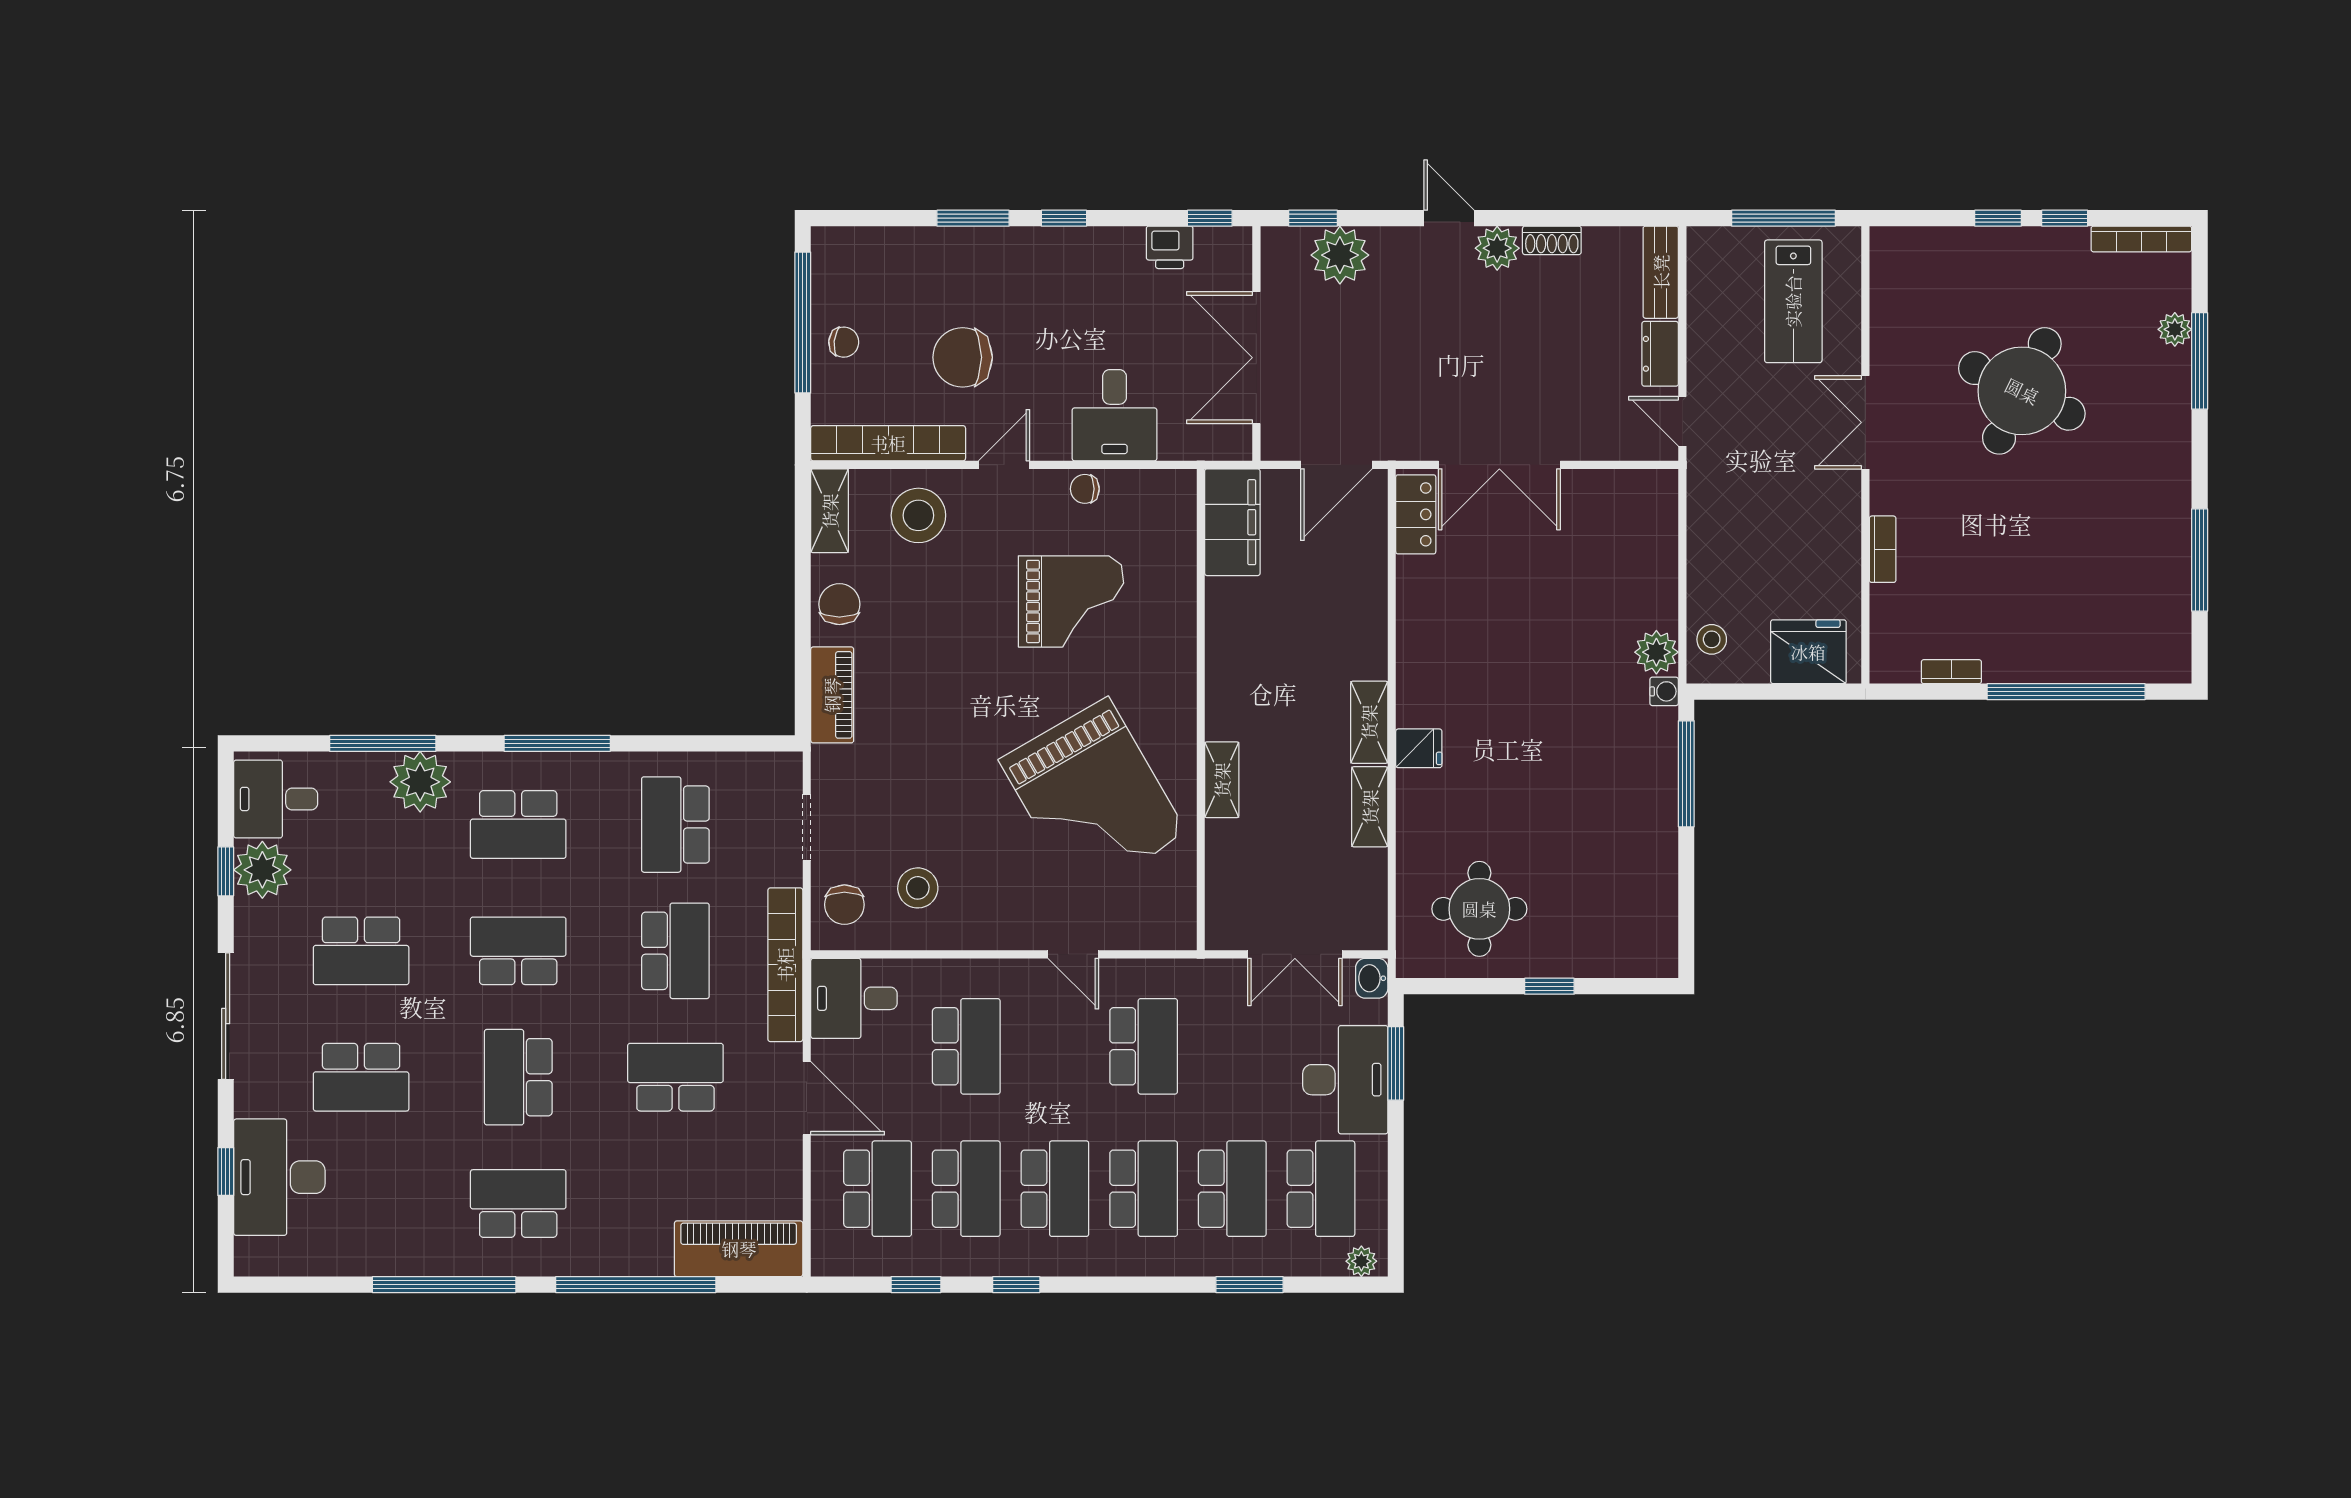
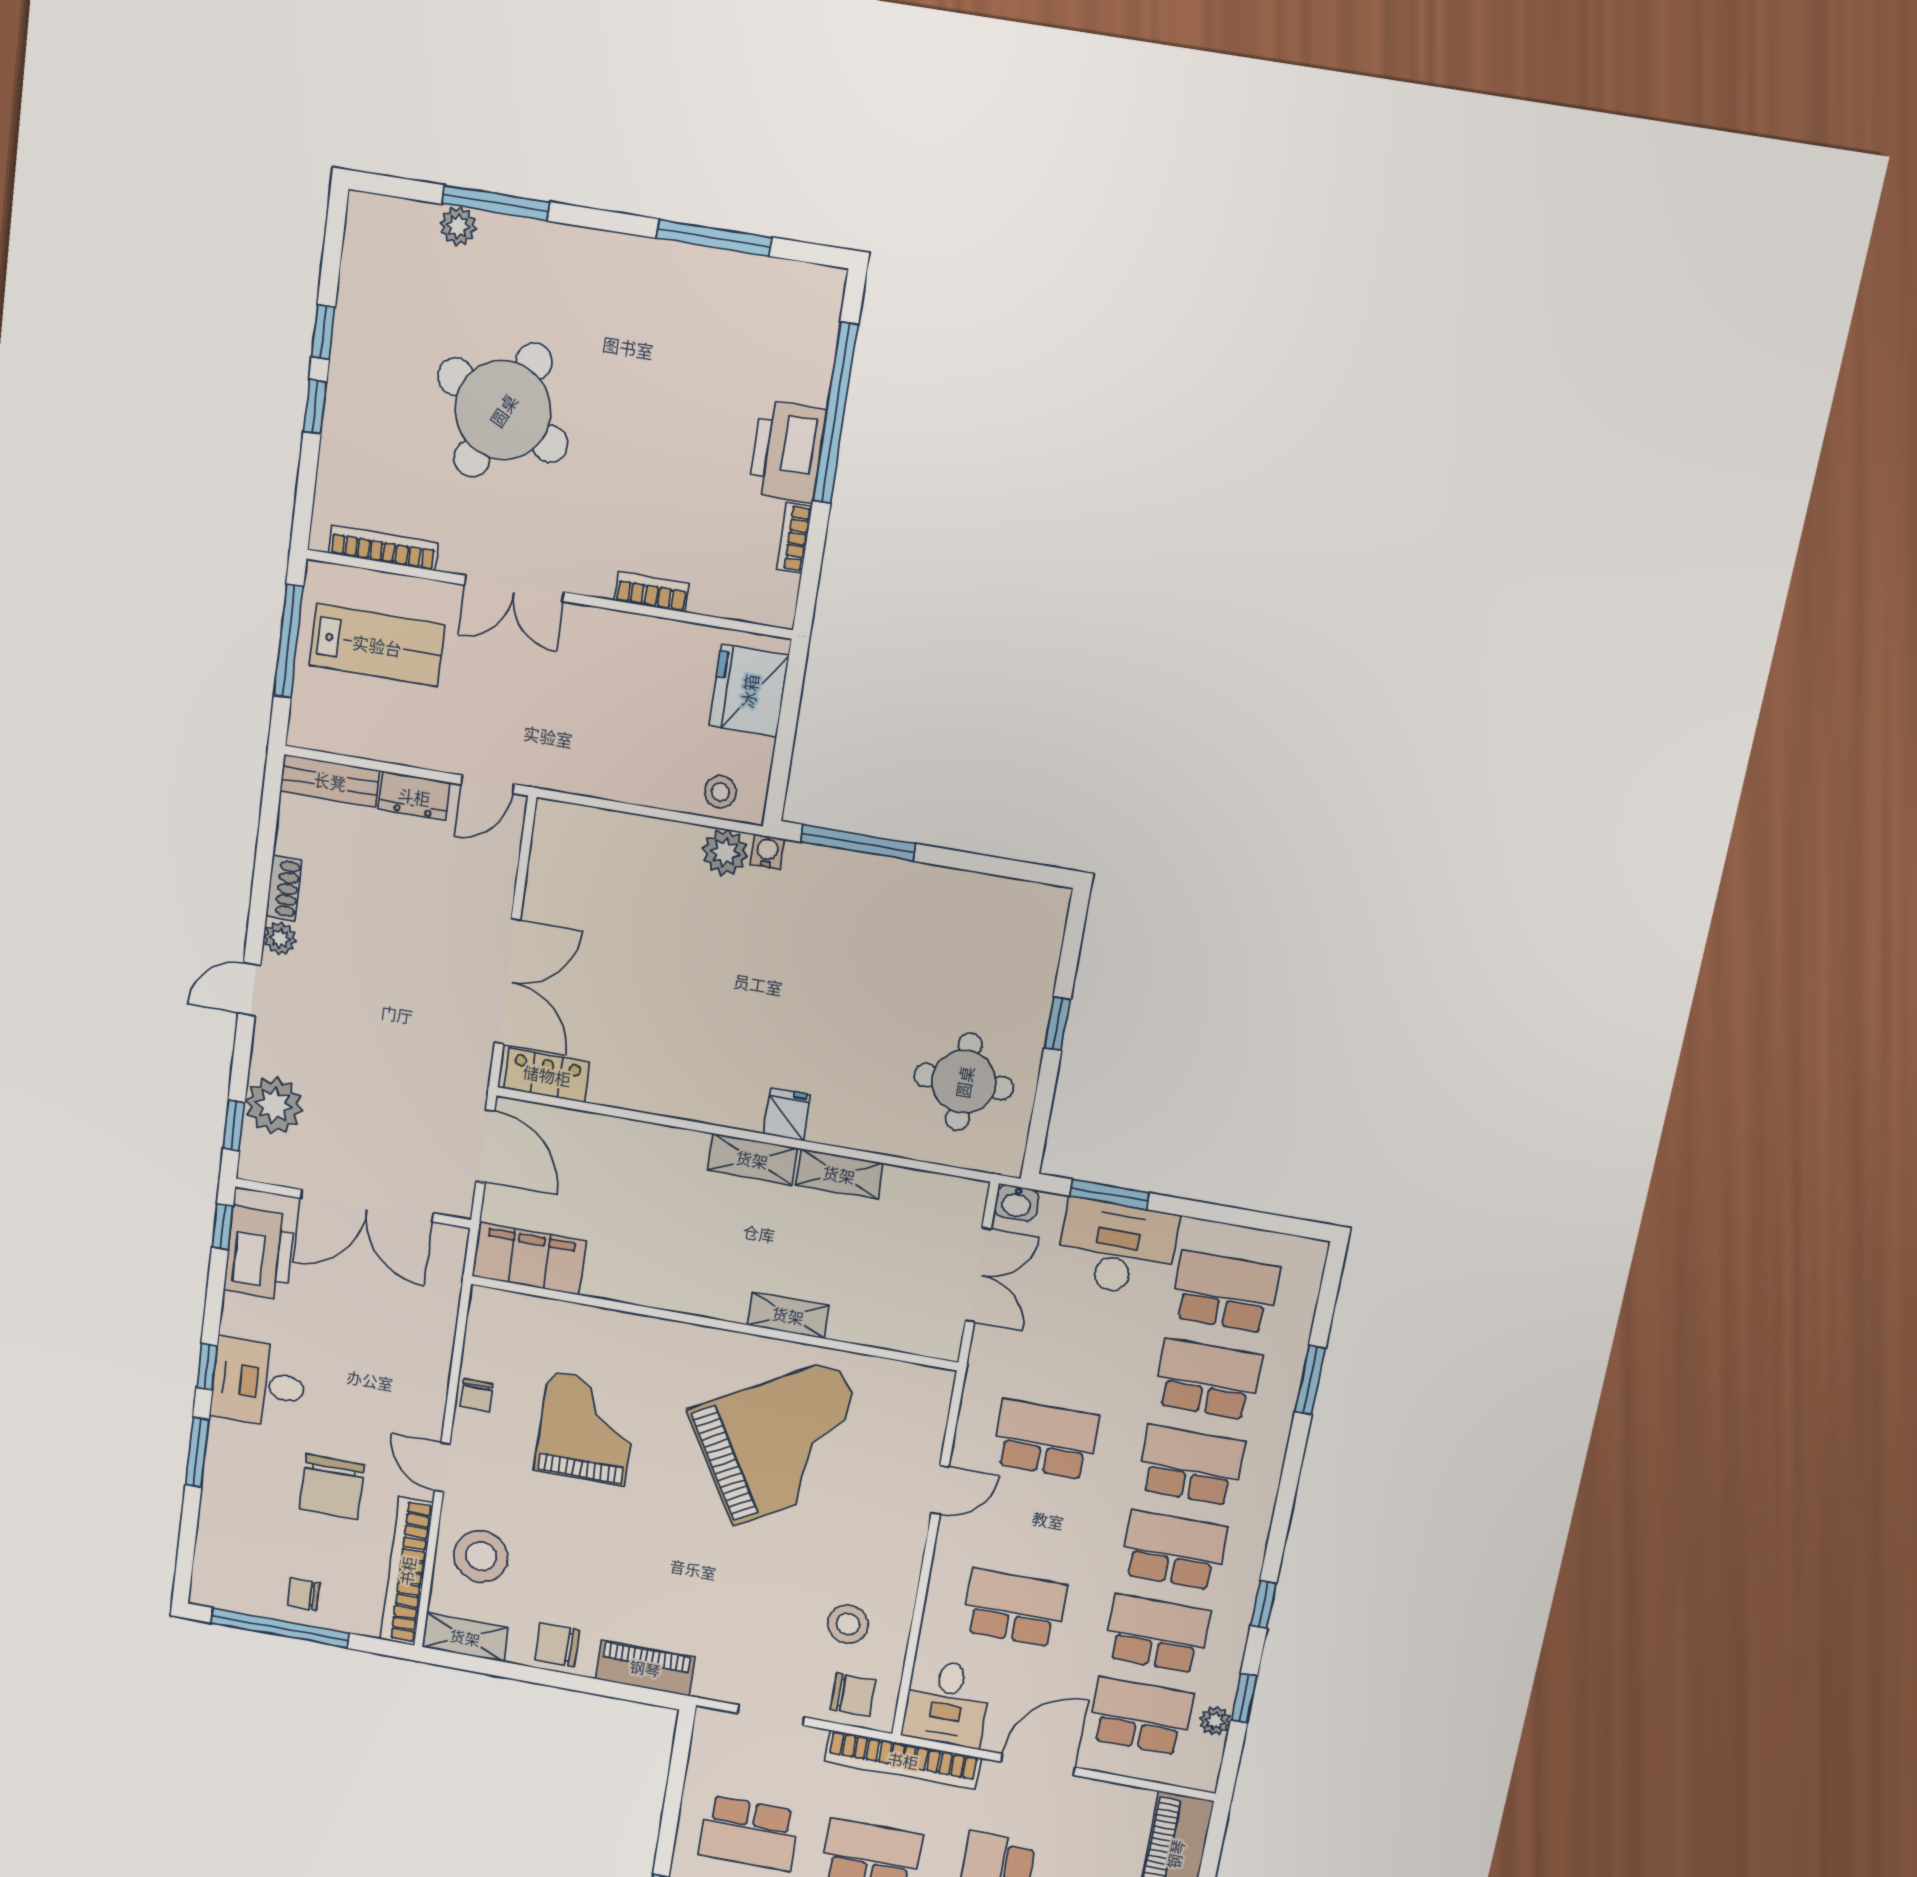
bookcase: (2141, 239) -> (383, 548), moved, turned -90
printer: (1170, 247) -> (259, 1253), width x1.87, depth x1.48
plant: (1497, 248) -> (280, 938), width x0.73, depth x0.73
chair: (844, 342) -> (303, 1594), turned -96
desk: (1115, 415) -> (259, 1383), moved, turned 180
printer: (2026, 654) -> (787, 452), added
plant: (1361, 1261) -> (1215, 1721), moved

